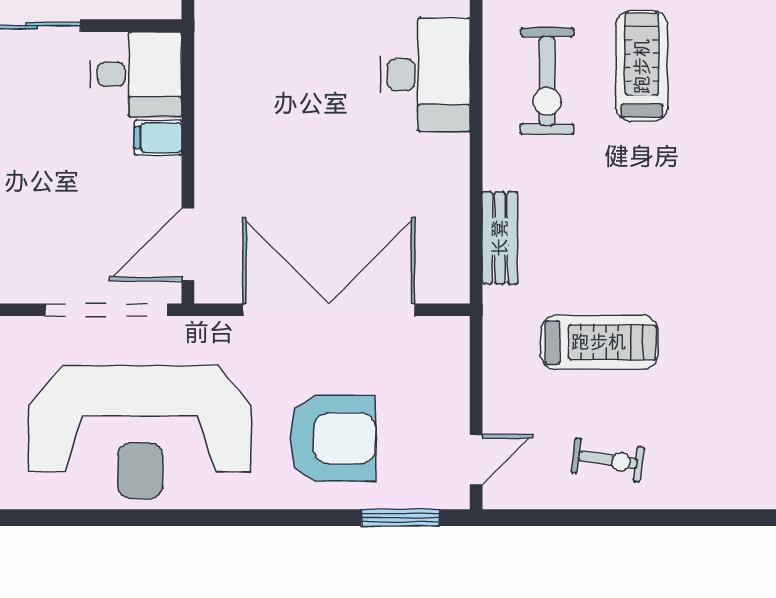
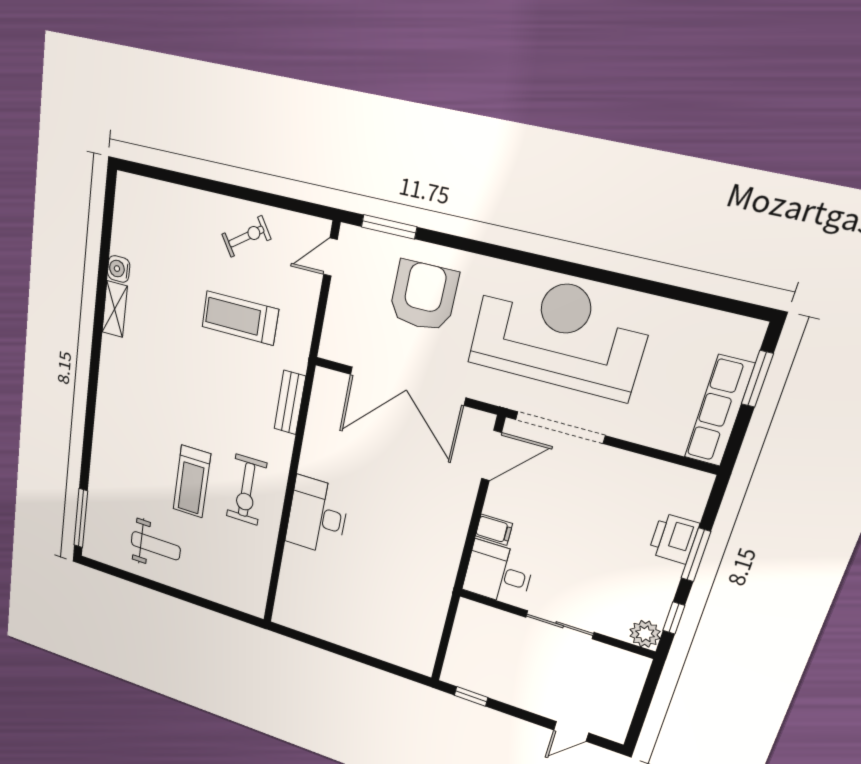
exercise bike: (547, 81) -> (247, 490), turned 180
armchair: (333, 438) -> (424, 296), turned 90
exercise bike: (608, 460) -> (246, 237), turned 138

